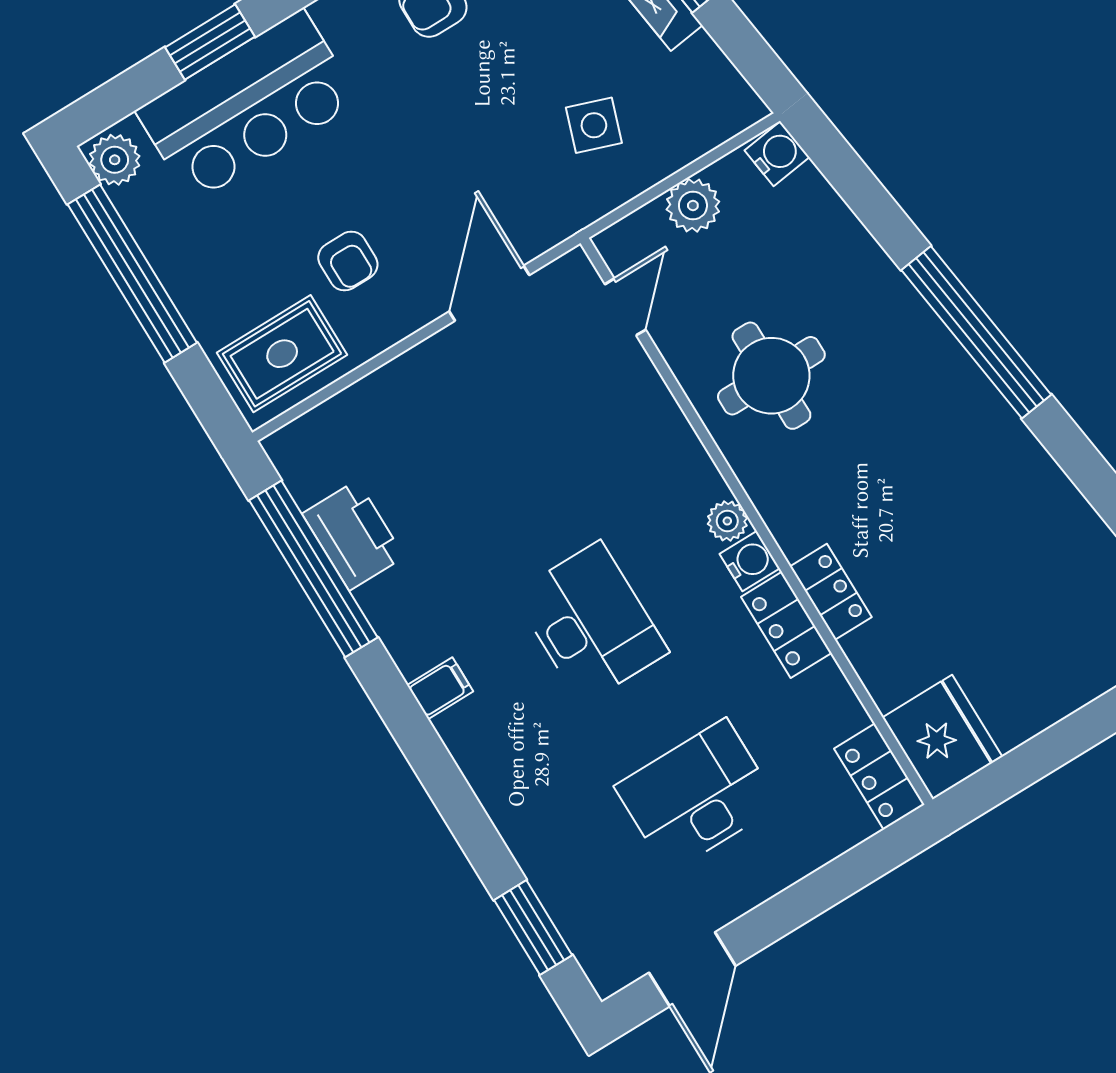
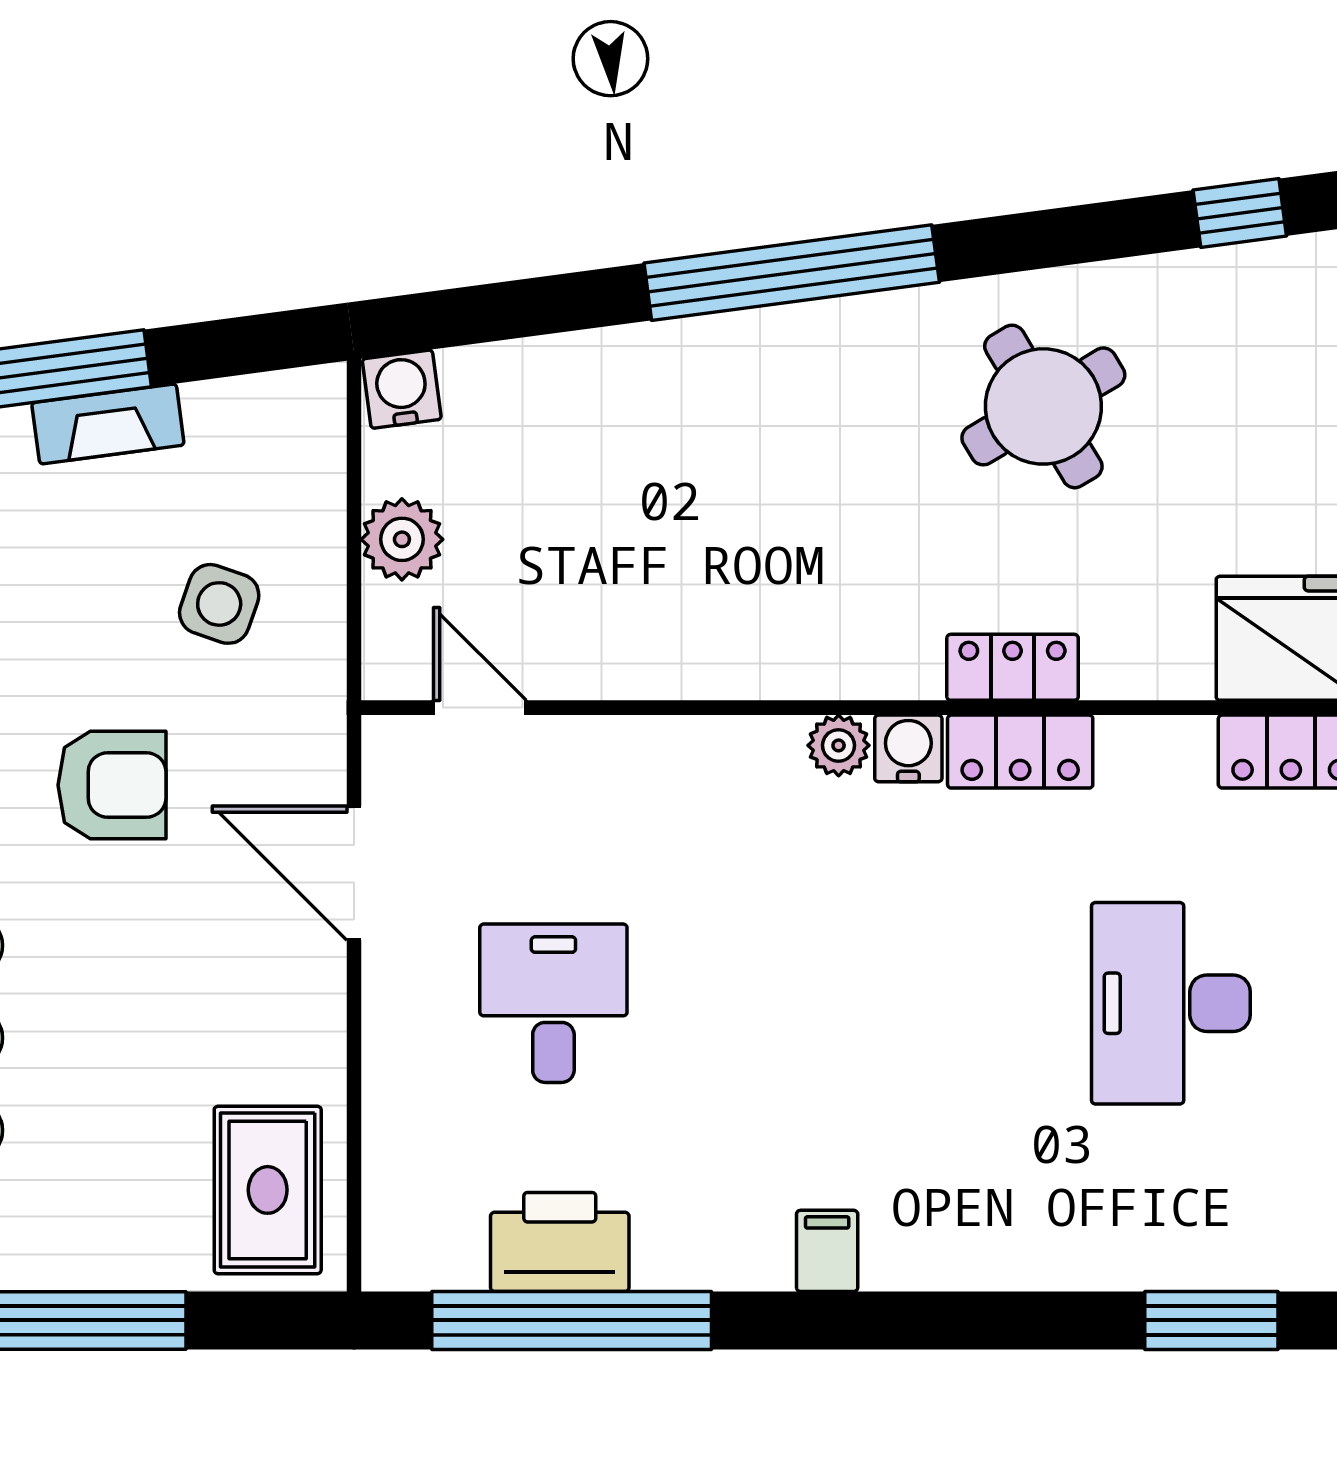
armchair: (348, 261) -> (112, 785), moved, width x1.38, depth x1.38
round table: (771, 376) -> (1043, 406), moved, turned -31
desk: (591, 623) -> (553, 1003), moved, width x0.73

